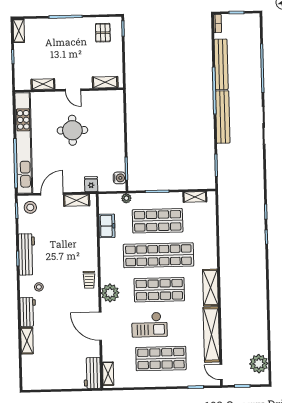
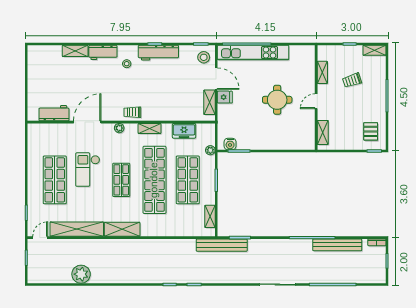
pallet: (103, 33) -> (371, 131), turned 90
trolley: (50, 53) -> (352, 80), added
bench: (223, 117) -> (222, 245), moved
kitchen unit: (24, 143) -> (253, 53), width x0.73
fridge: (91, 184) -> (225, 97), moved
shop shelf: (159, 290) -> (121, 180), width x0.70, depth x0.74
plant: (110, 293) -> (119, 128), width x0.53, depth x0.53
plant: (259, 364) -> (81, 274), moved
workbench: (92, 373) -> (54, 113), moved
shelving: (108, 374) -> (150, 128), moved

